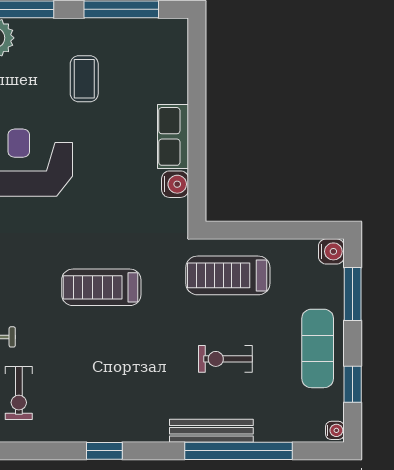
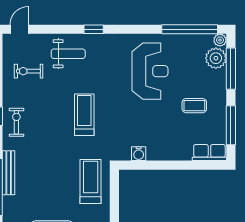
row of seats: (173, 136) -> (209, 153), moved
exercise bike: (225, 359) -> (16, 122), moved

